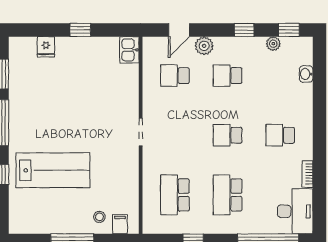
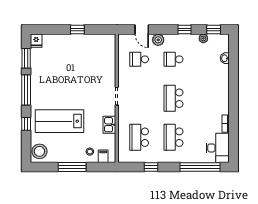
door: (179, 30) -> (142, 29), hinge flipped
fridge: (46, 47) -> (36, 41), moved
kitchen sink: (129, 50) -> (109, 125), moved
school desk: (228, 135) -> (174, 98), width x1.85
school desk: (280, 135) -> (208, 98), removed
lab bench: (53, 170) -> (59, 121), turned 180
stool: (22, 217) -> (39, 151), added

